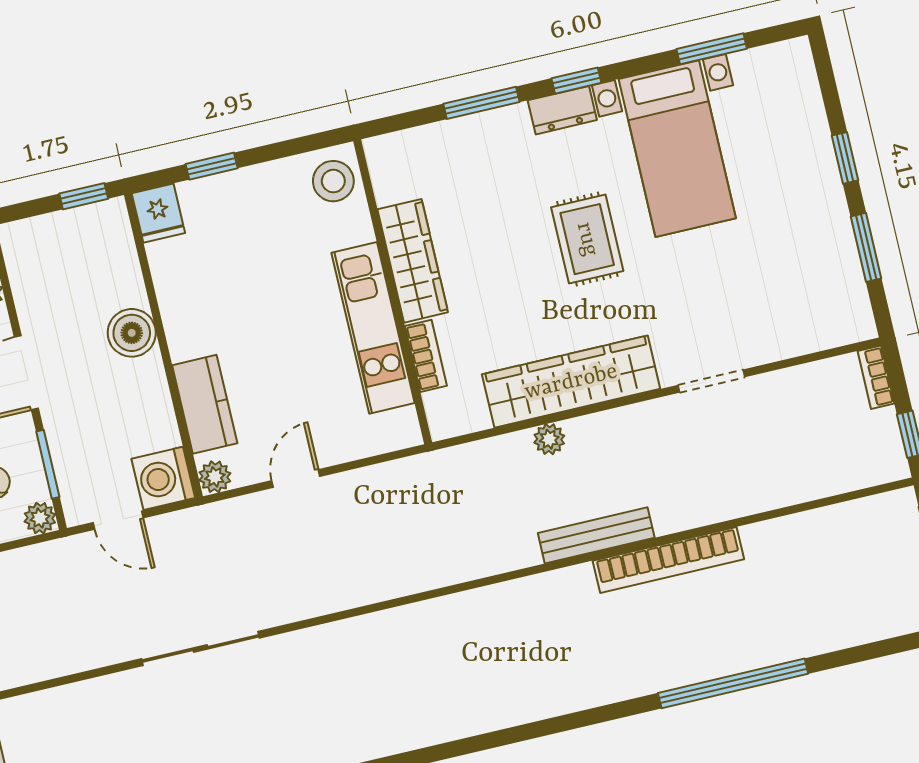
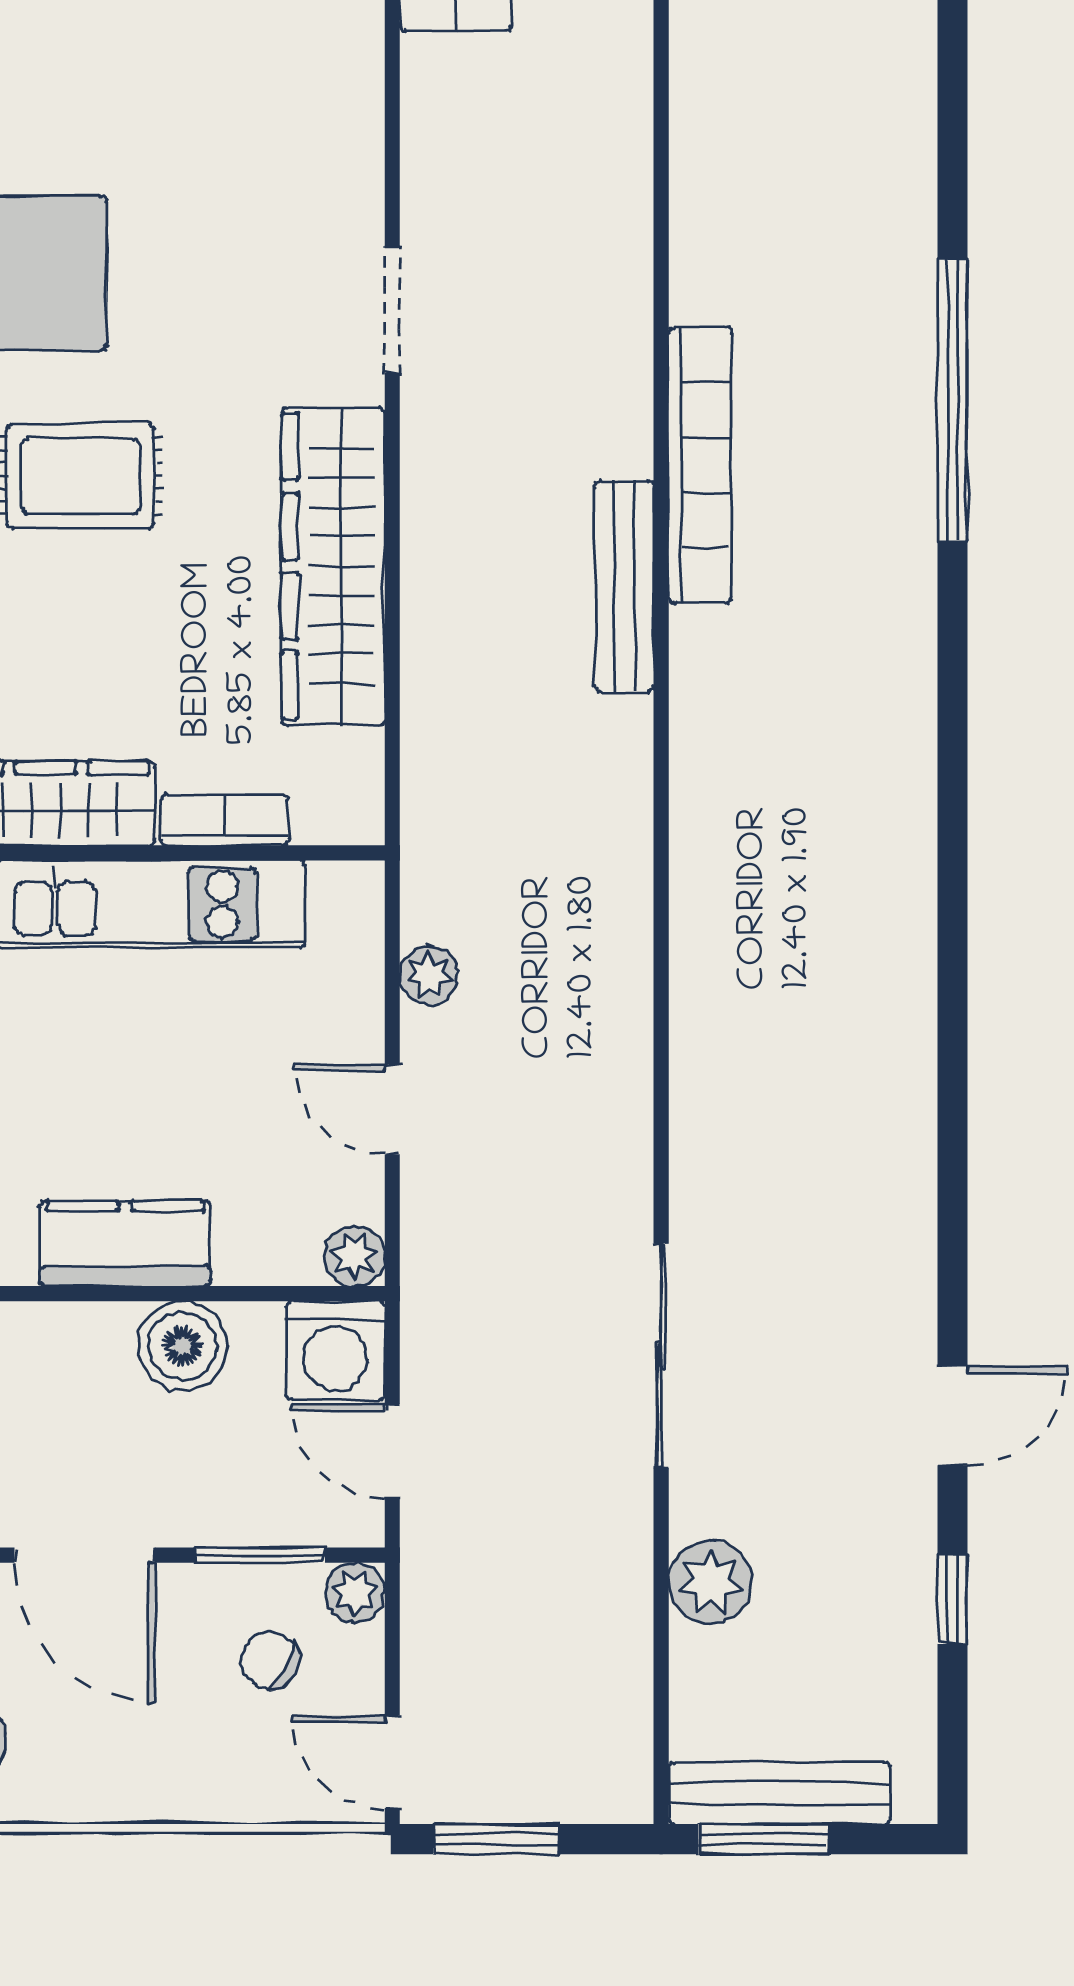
boiler: (132, 333) -> (182, 1346), moved
kitchen counter: (205, 404) -> (125, 1244), moved
plant: (549, 439) -> (429, 975), moved
door: (118, 520) -> (392, 1451), swing flipped
plant: (89, 702) -> (710, 1582), added

